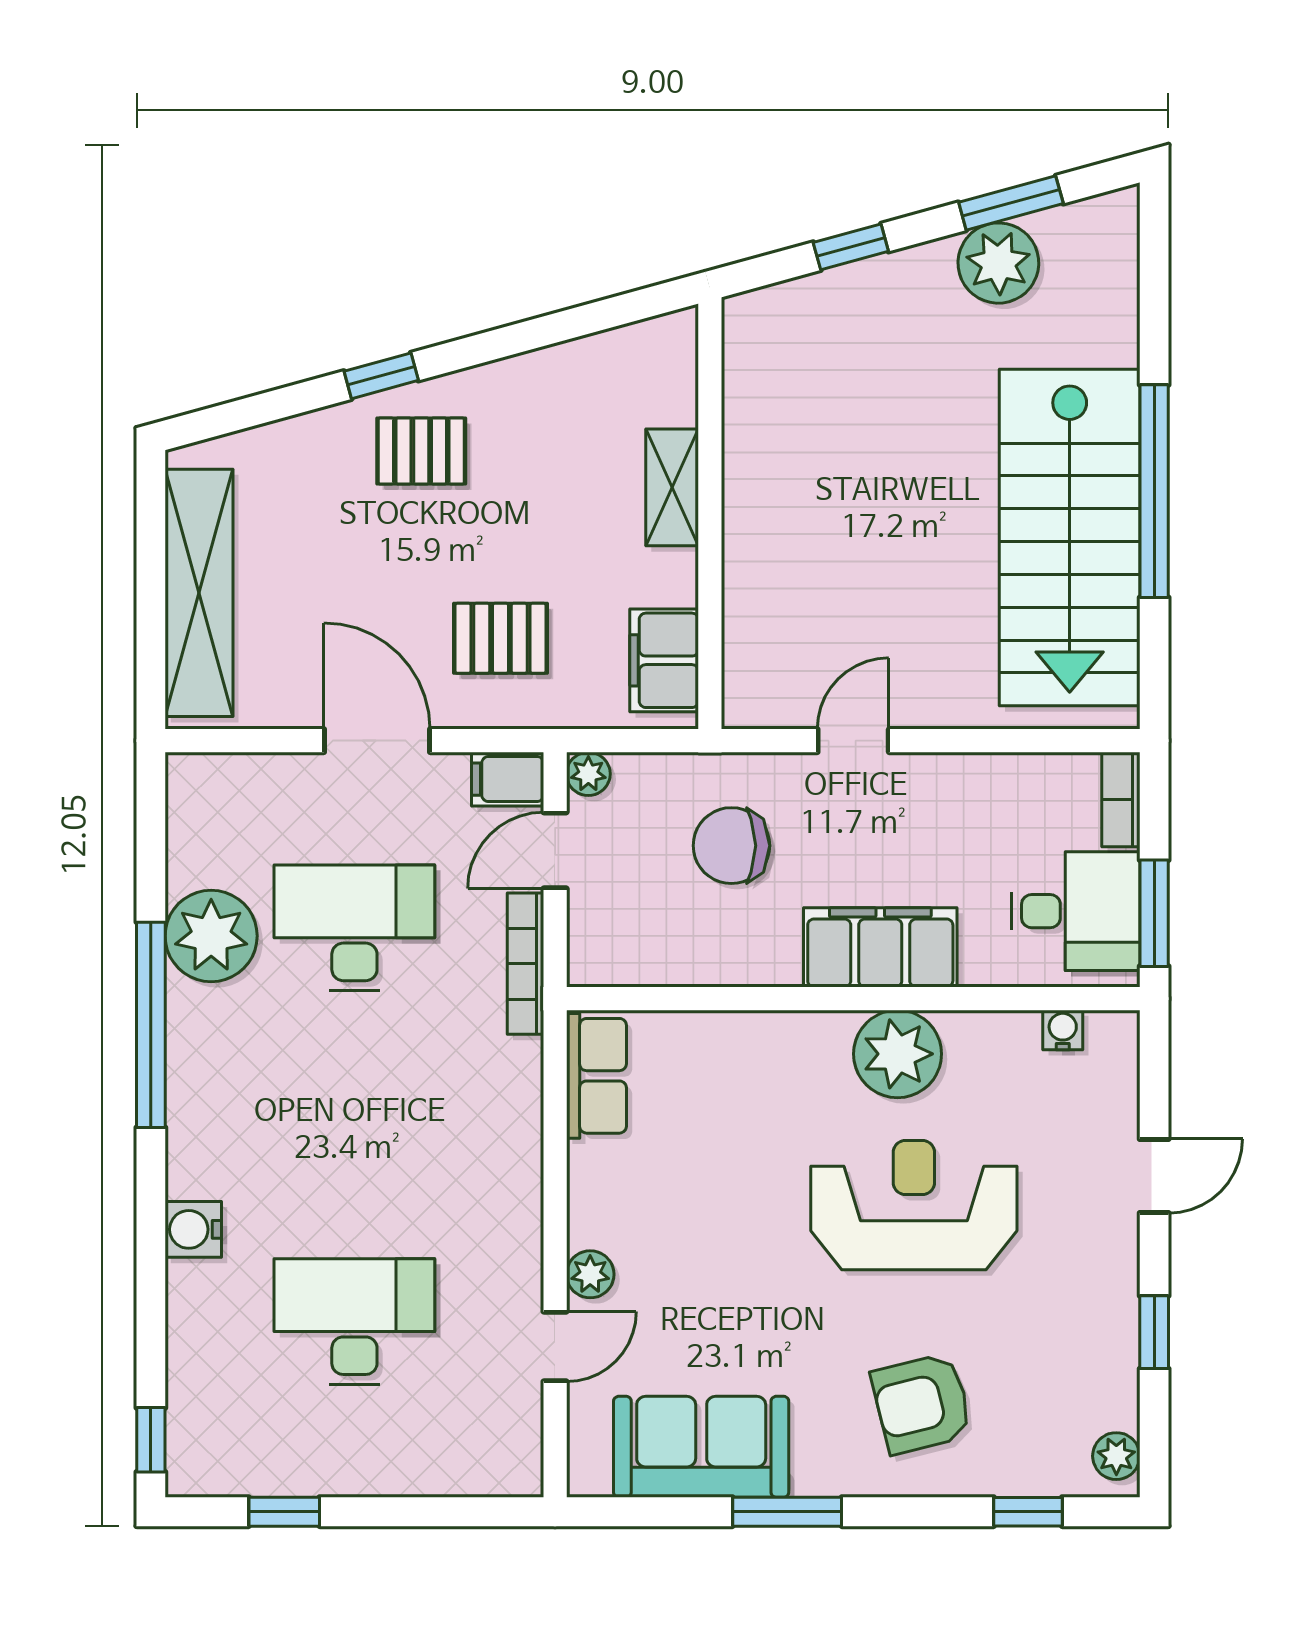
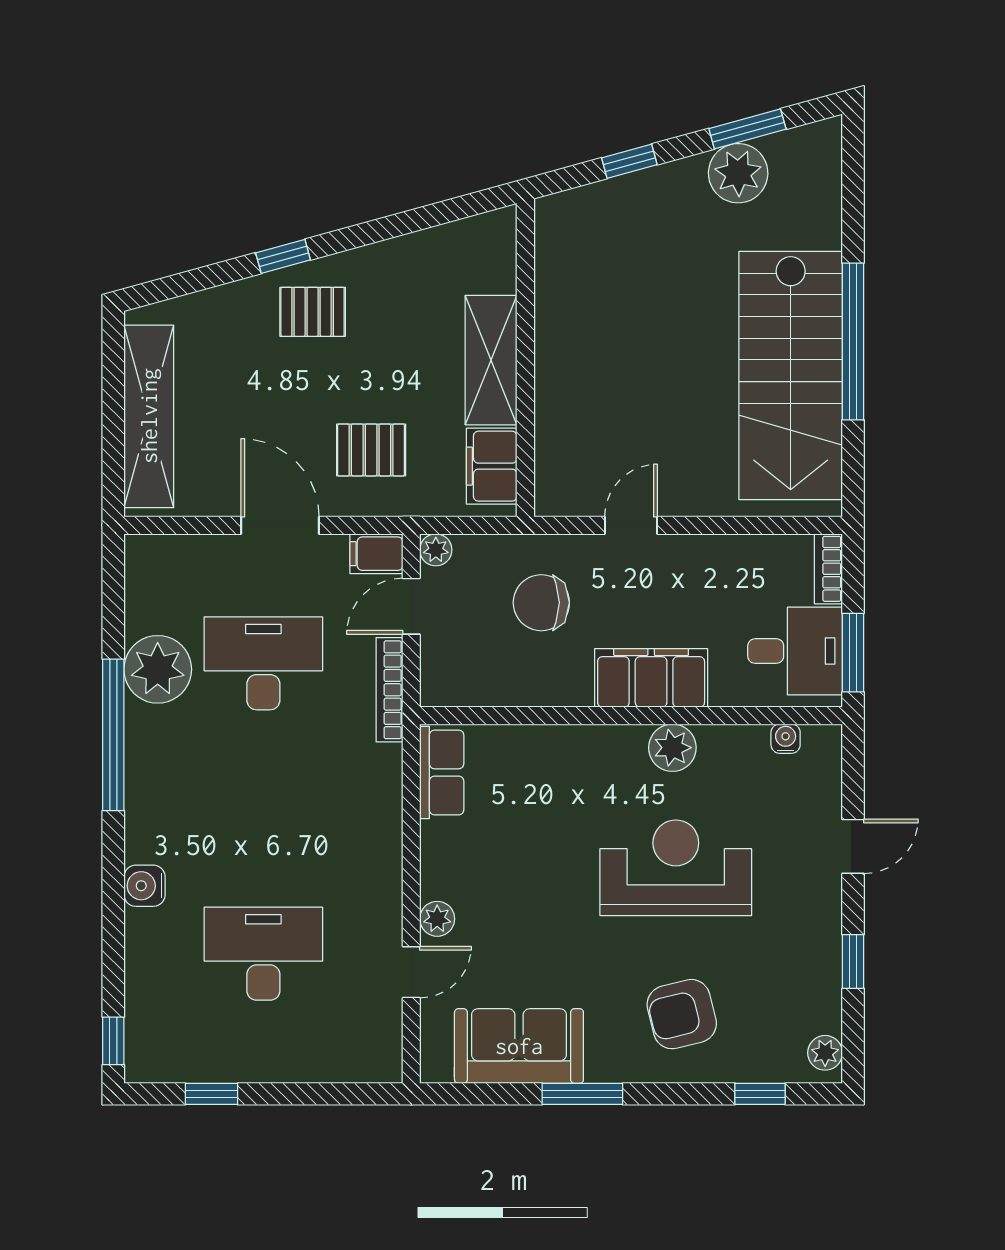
shelving: (672, 487) -> (491, 360), width x1.50, depth x1.33
plant: (898, 1054) -> (672, 748), width x0.73, depth x0.73

